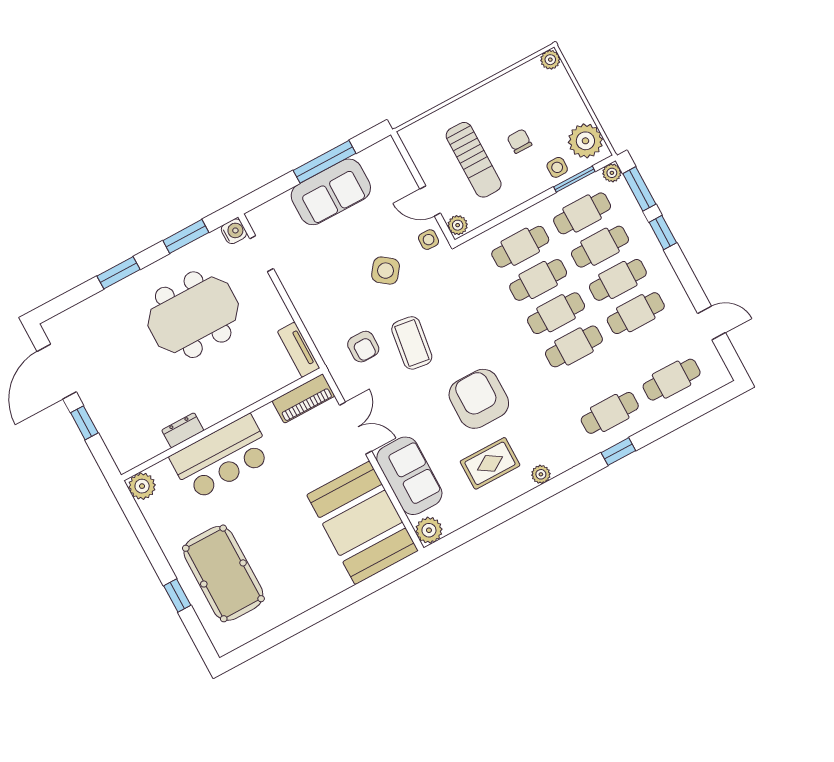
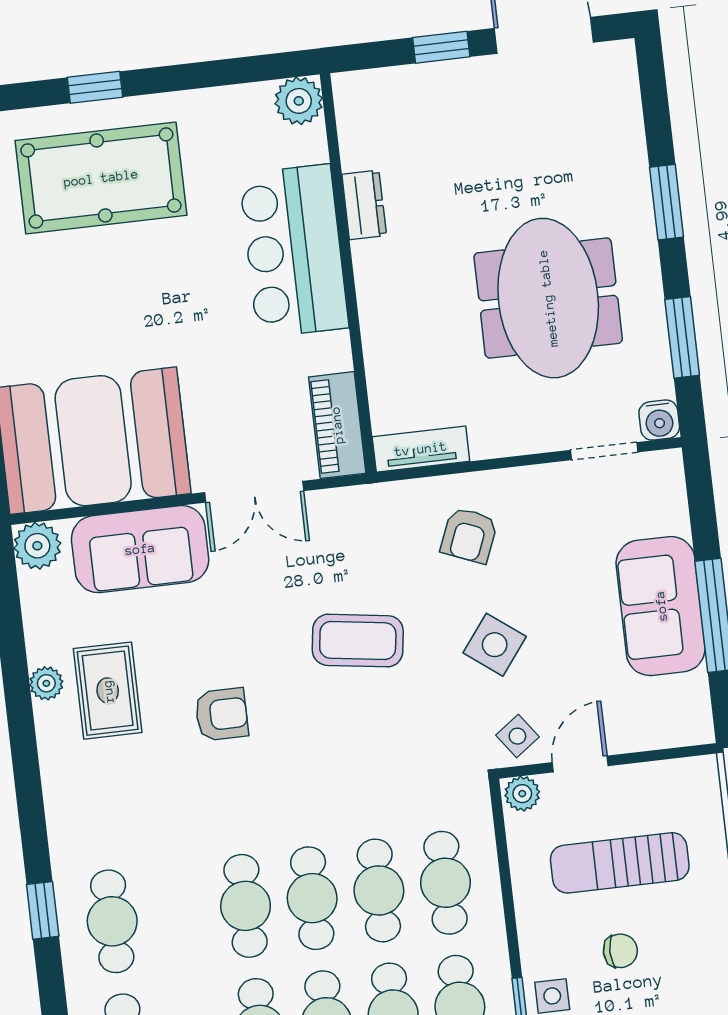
side table: (429, 240) -> (517, 736), turned -38
armchair: (363, 347) -> (469, 535), moved, turned -68
armchair: (479, 399) -> (222, 714), width x0.53, depth x0.53
plant: (541, 474) -> (46, 683), moved

